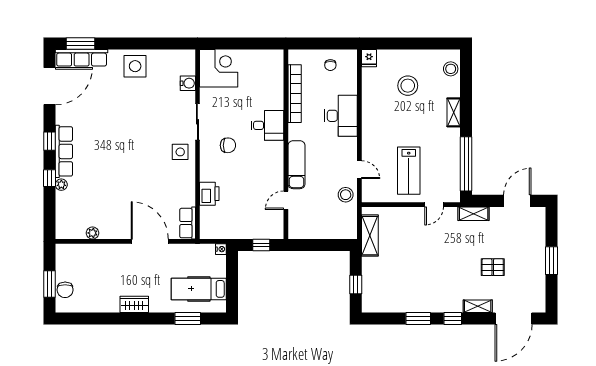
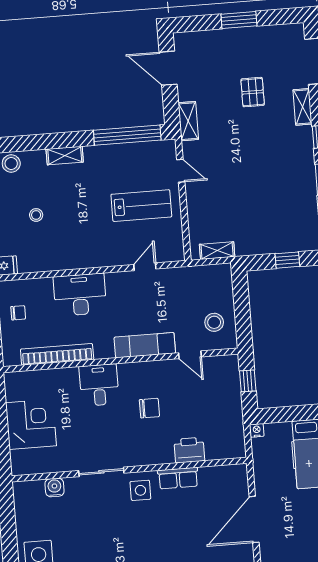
corner desk: (219, 68) -> (31, 424), moved, turned 90
stool: (408, 86) -> (36, 215), width x0.53, depth x0.53
chair: (228, 145) -> (149, 408), moved, turned 90
stool: (346, 195) -> (214, 322), moved
row of seats: (188, 223) -> (178, 478), moved
shelving: (370, 236) -> (217, 251), width x0.67, depth x0.75

